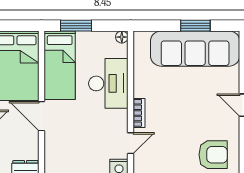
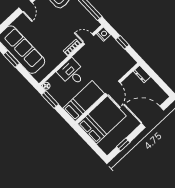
window: (76, 26) -> (50, 100), moved
desk: (108, 83) -> (72, 73), width x0.73

